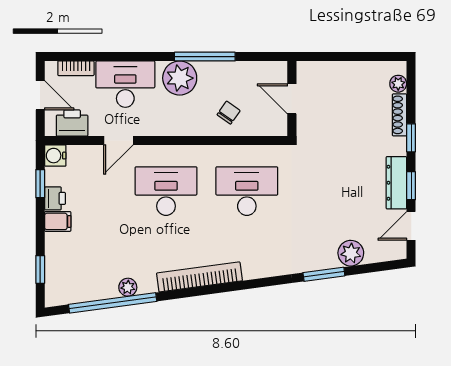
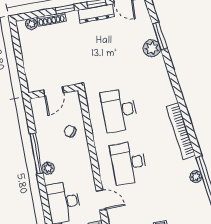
plant: (180, 78) -> (48, 168), width x0.53, depth x0.53
plant: (351, 253) -> (152, 48), moved
window: (324, 274) -> (160, 36), moved

